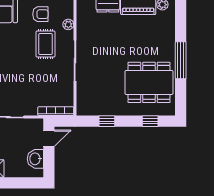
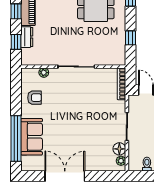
armchair: (40, 14) -> (34, 98), turned 90
rug: (45, 44) -> (61, 93), removed

